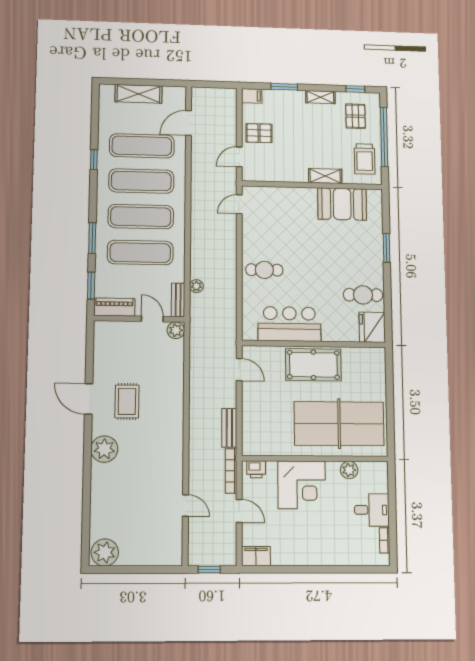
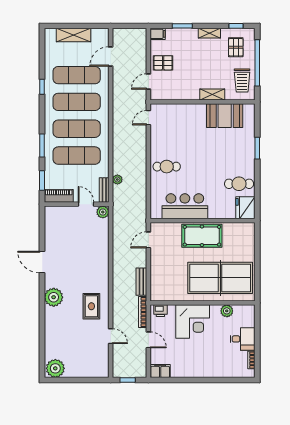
door: (239, 370) -> (148, 240), swing flipped
rug: (127, 401) -> (91, 306), moved

